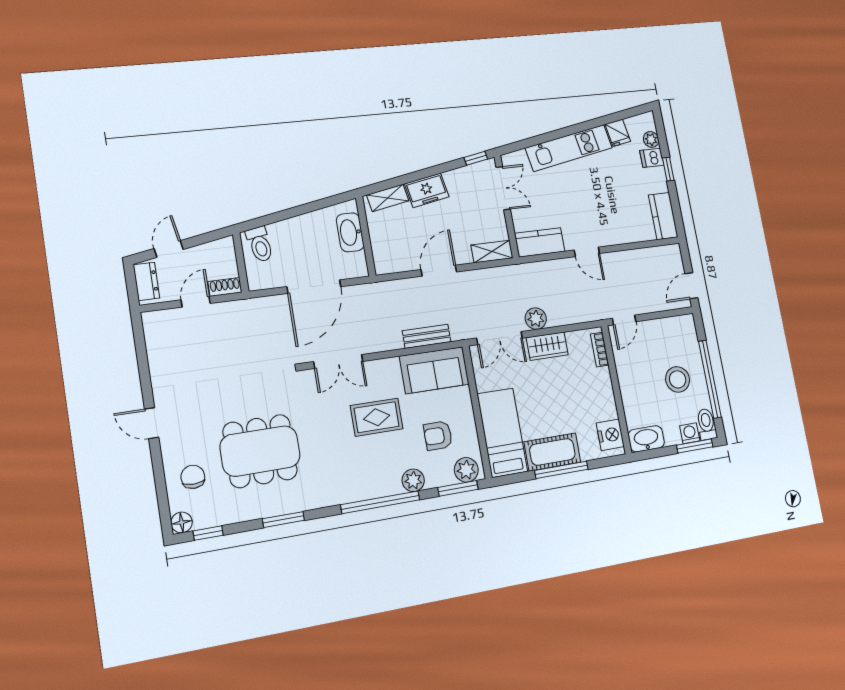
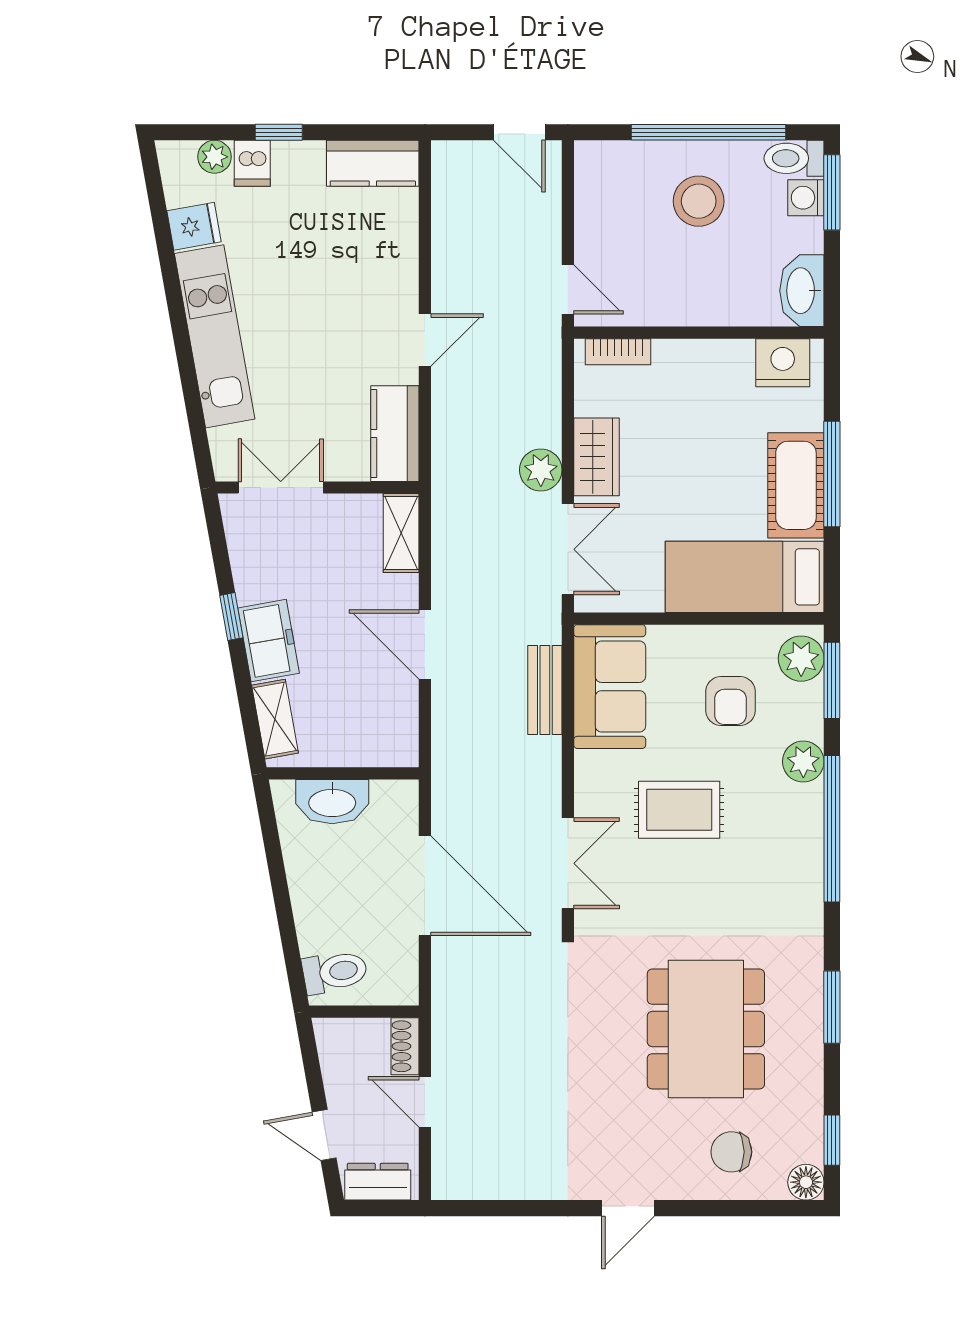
window: (476, 158) -> (231, 617), moved
rug: (377, 417) -> (679, 810), turned 90

